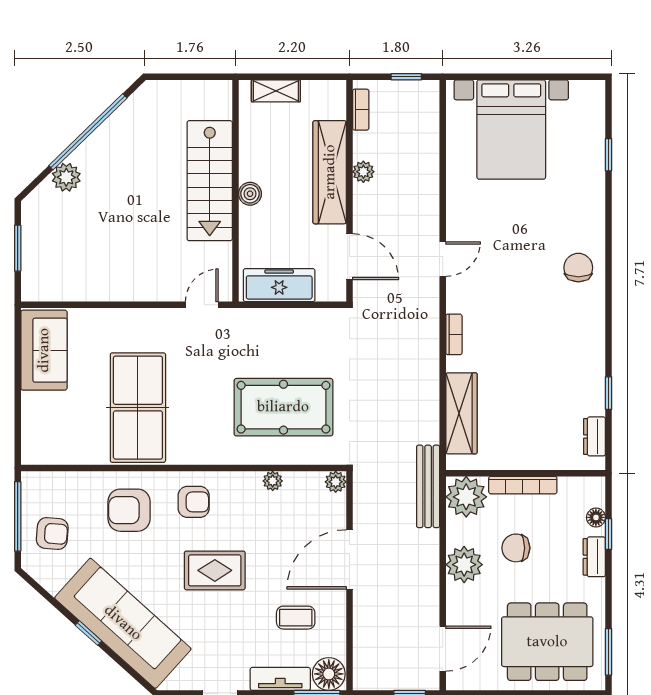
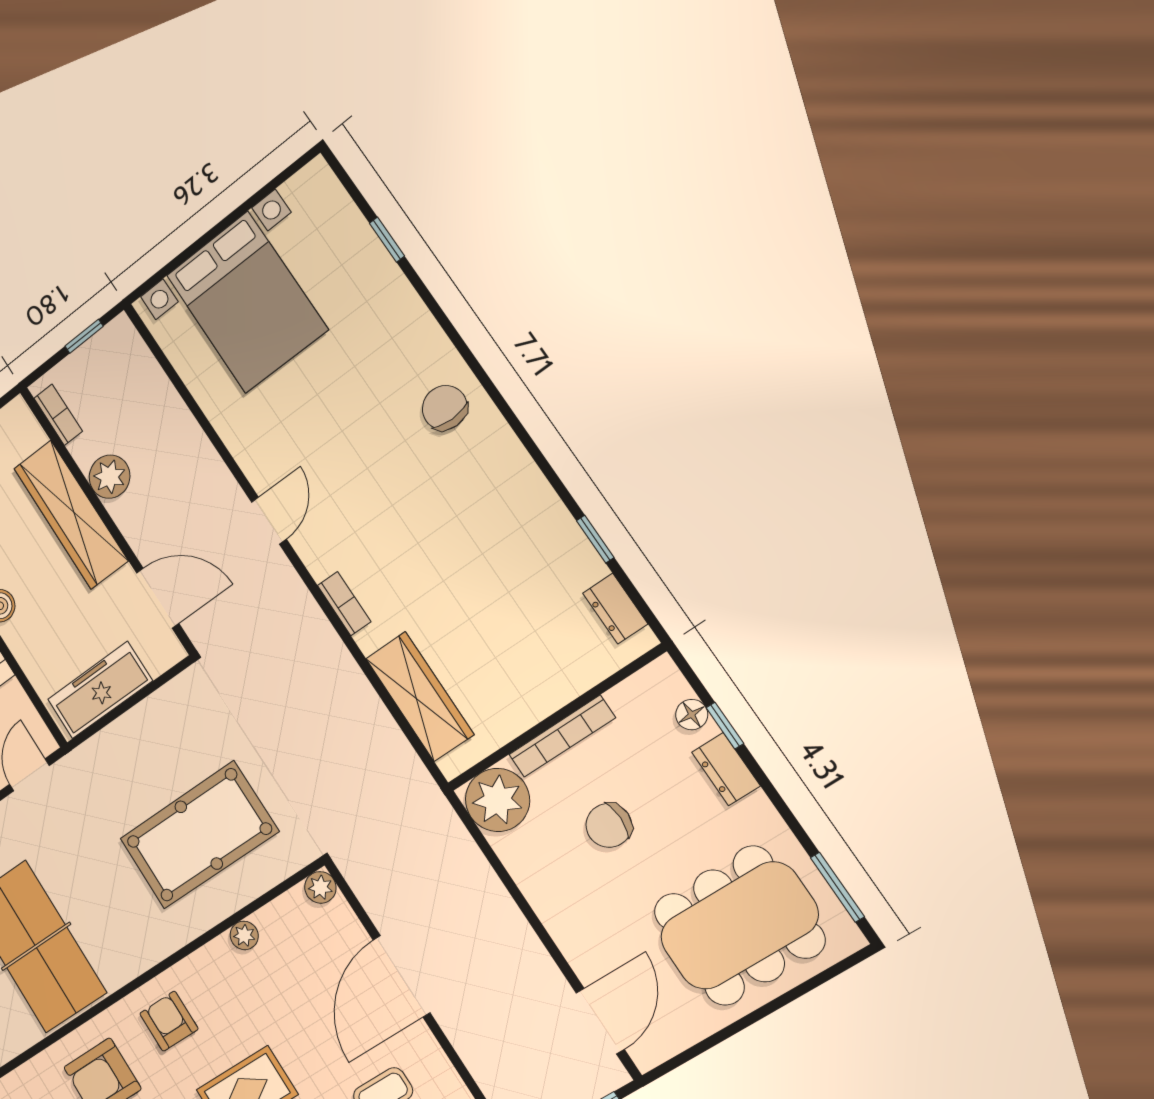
plant: (363, 172) -> (110, 477), width x1.38, depth x1.38
bench: (428, 486) -> (439, 818), removed
armchair: (194, 502) -> (169, 1021), turned -90
plant: (464, 565) -> (554, 891), removed

